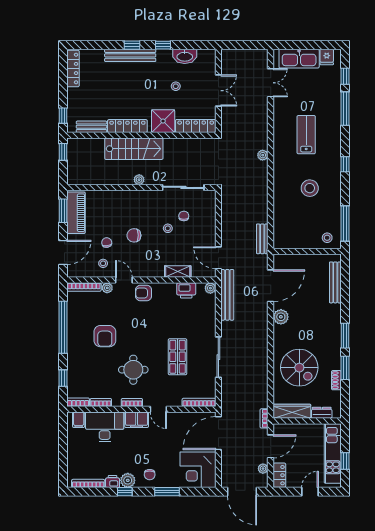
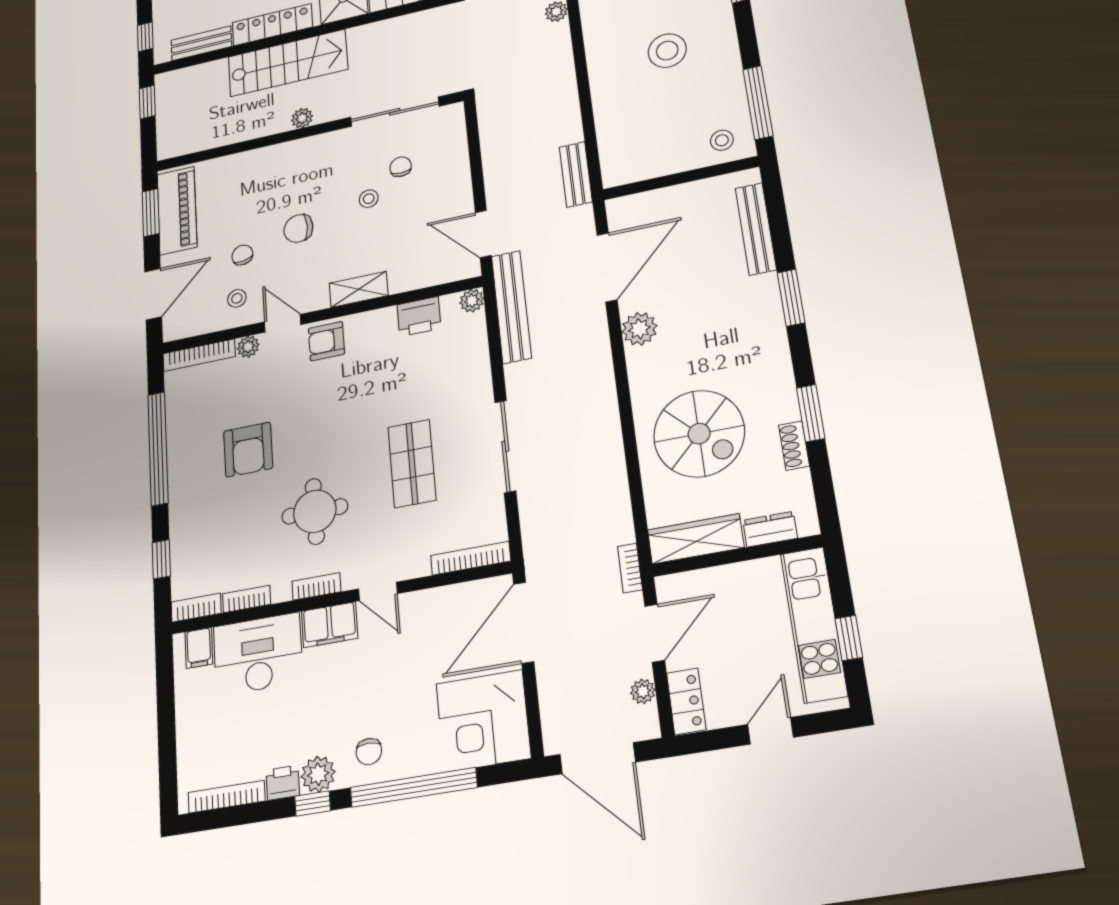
shelving: (178, 272) -> (359, 289), moved
window: (345, 336) -> (791, 298), moved
window: (167, 492) -> (414, 787), width x2.11

